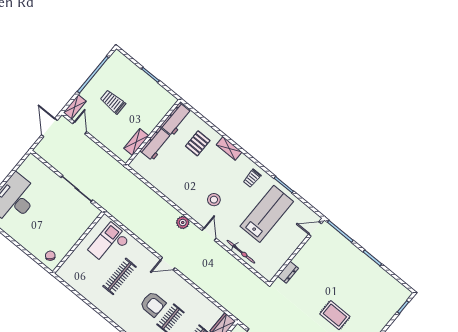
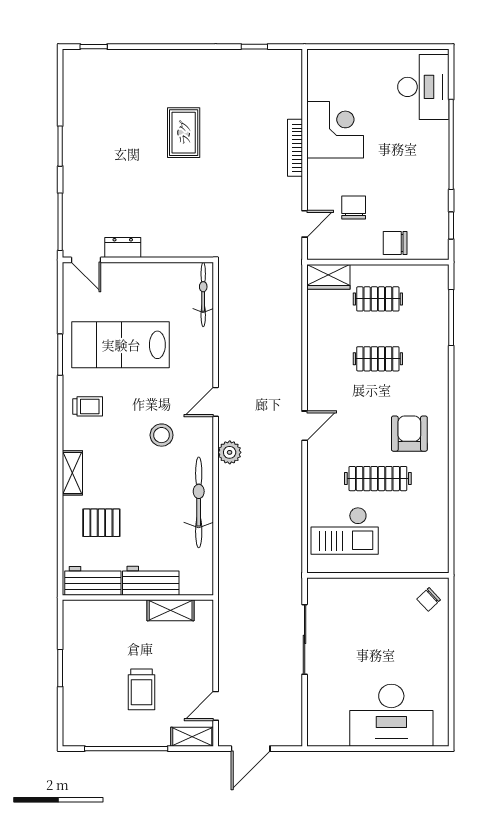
bicycle: (172, 192) -> (199, 502), added
bicycle: (241, 252) -> (203, 294), moved
door: (168, 264) -> (305, 426), hinge flipped
dresser: (288, 272) -> (123, 248), moved
armchair: (153, 304) -> (409, 434), moved

